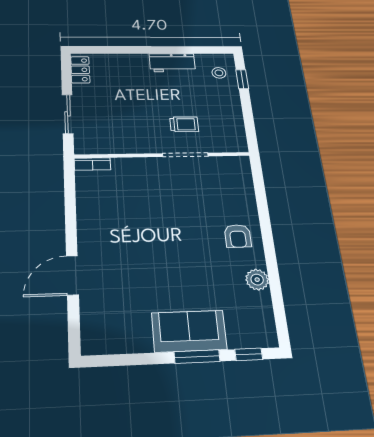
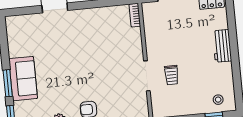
workbench: (172, 63) -> (222, 46), moved

